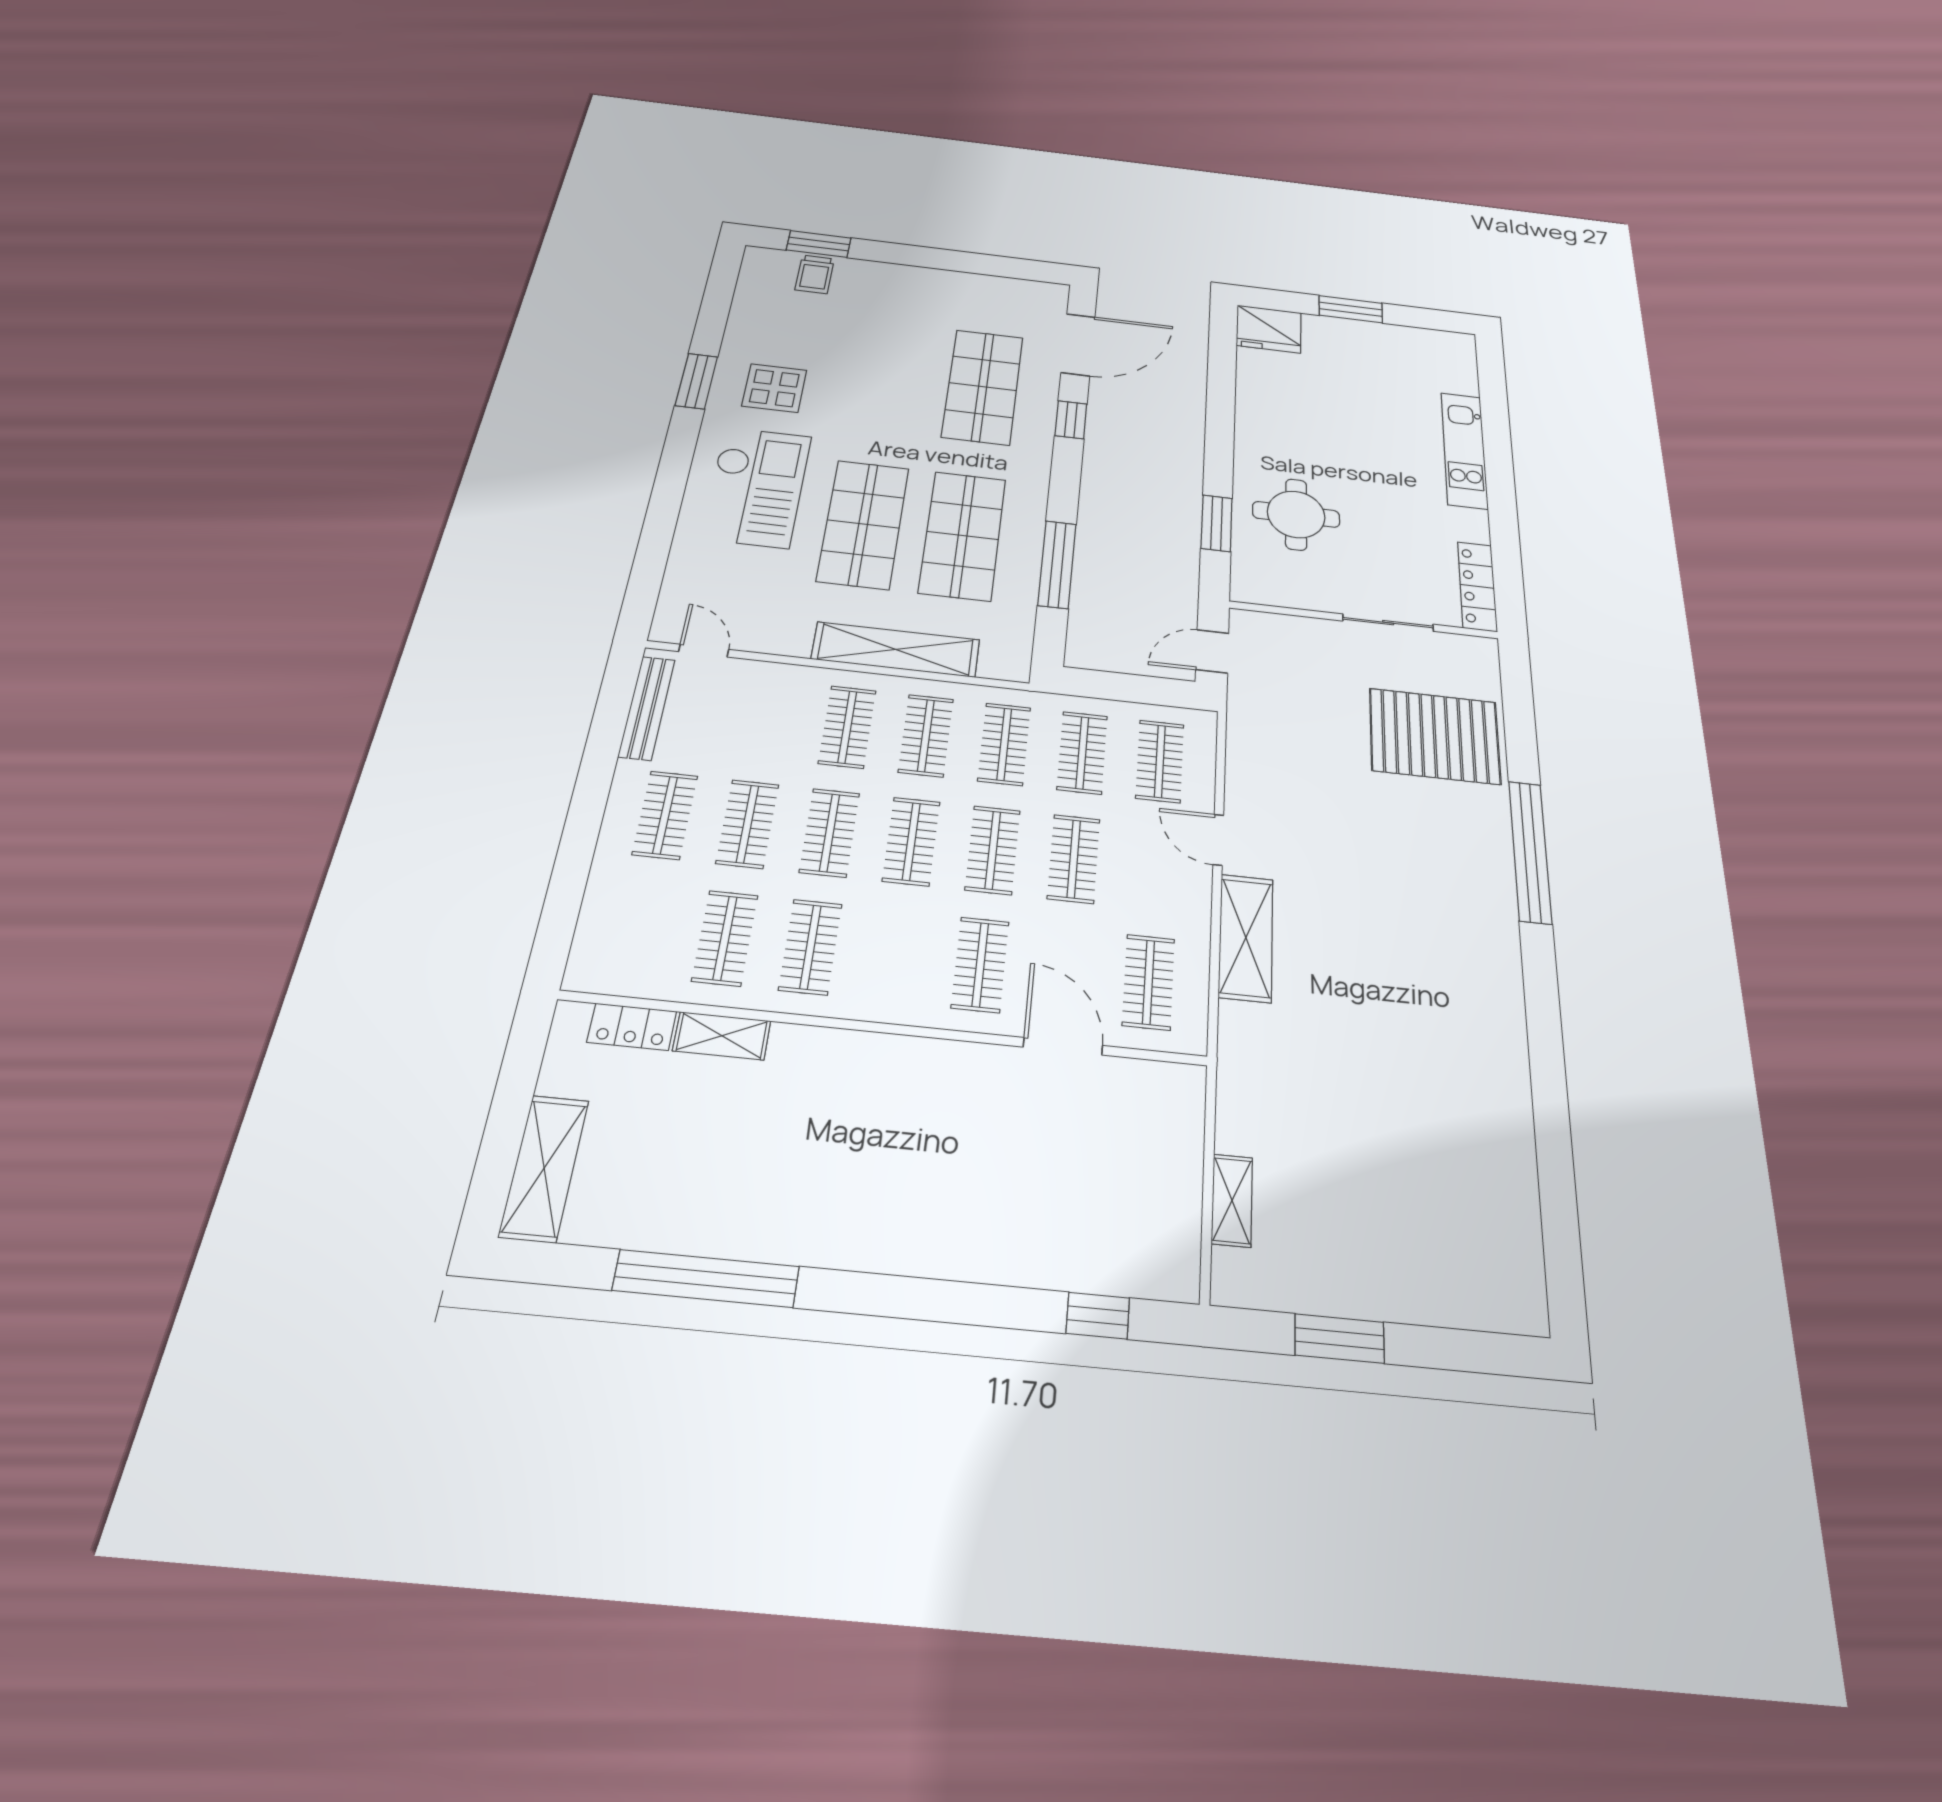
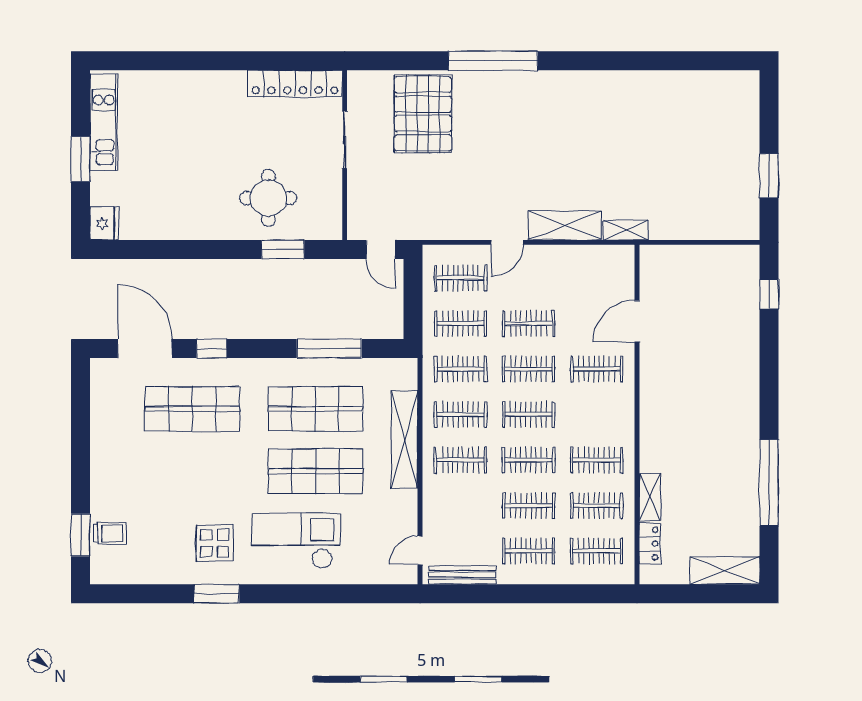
fridge: (1269, 329) -> (104, 223), width x0.73, depth x0.75
kitchen unit: (1464, 450) -> (104, 122), moved, turned -90
locker: (1477, 586) -> (295, 84), width x1.41, depth x1.21
clothes rail: (1148, 982) -> (597, 551), moved
shelving: (1232, 1200) -> (625, 230), moved

